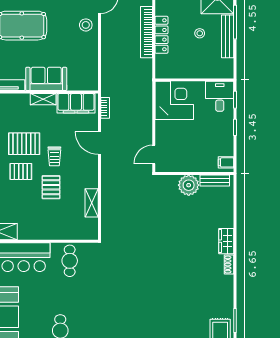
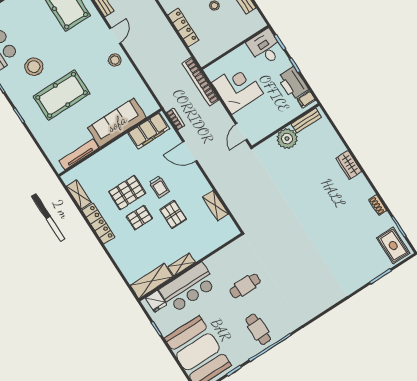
bookcase: (147, 32) -> (200, 82), moved
sofa: (46, 79) -> (117, 123), width x1.36
shelving: (43, 99) -> (182, 265), moved
corner desk: (174, 100) -> (237, 88), moved
printer: (224, 142) -> (293, 83), added
cafe table: (70, 261) -> (245, 286), moved, turned 90
shoe rack: (229, 265) -> (378, 205), moved

